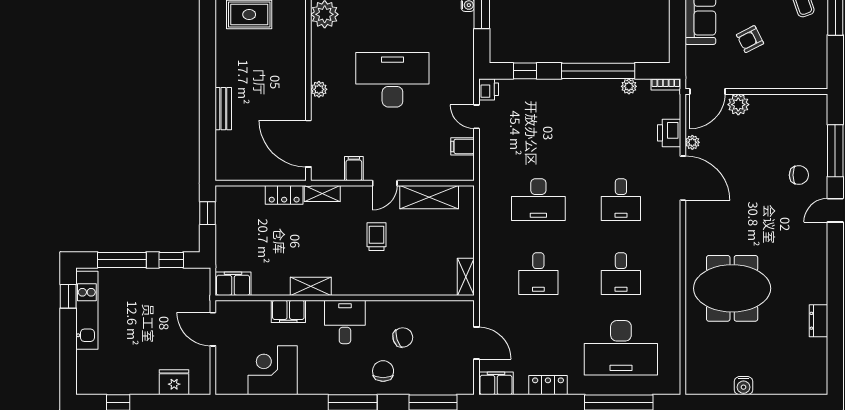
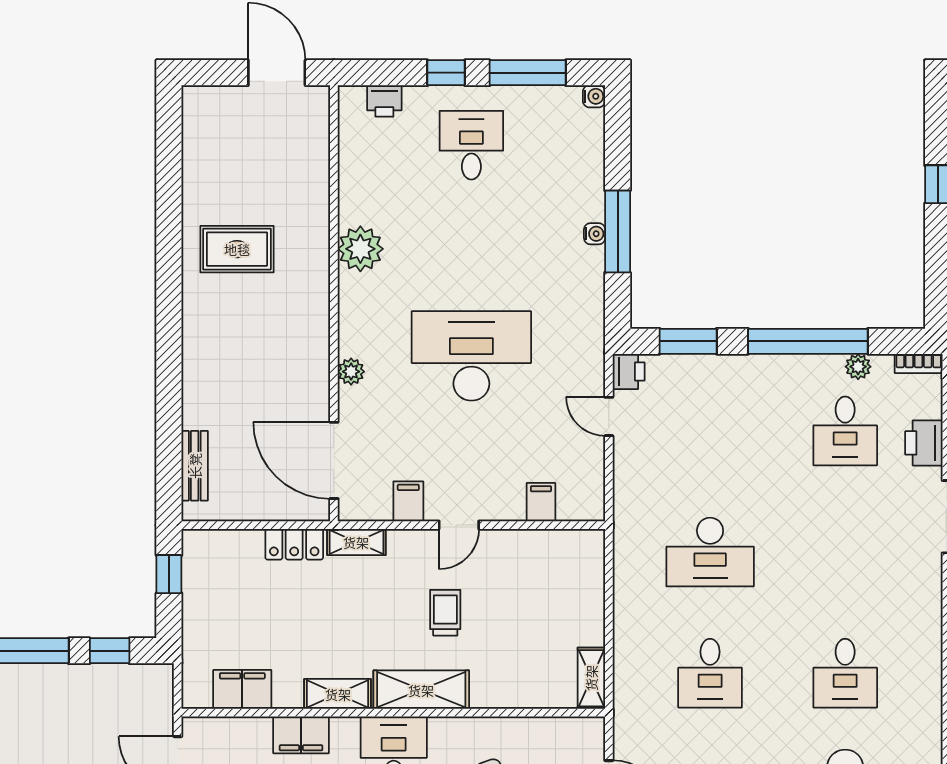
window: (525, 71) -> (688, 341), width x1.50
bench: (223, 109) -> (195, 466), moved
filing cabinet: (462, 146) -> (541, 502), moved, turned 90
shelving: (429, 197) -> (421, 690), moved
desk: (621, 200) -> (845, 431), moved
filing cabinet: (233, 284) -> (242, 689), moved

